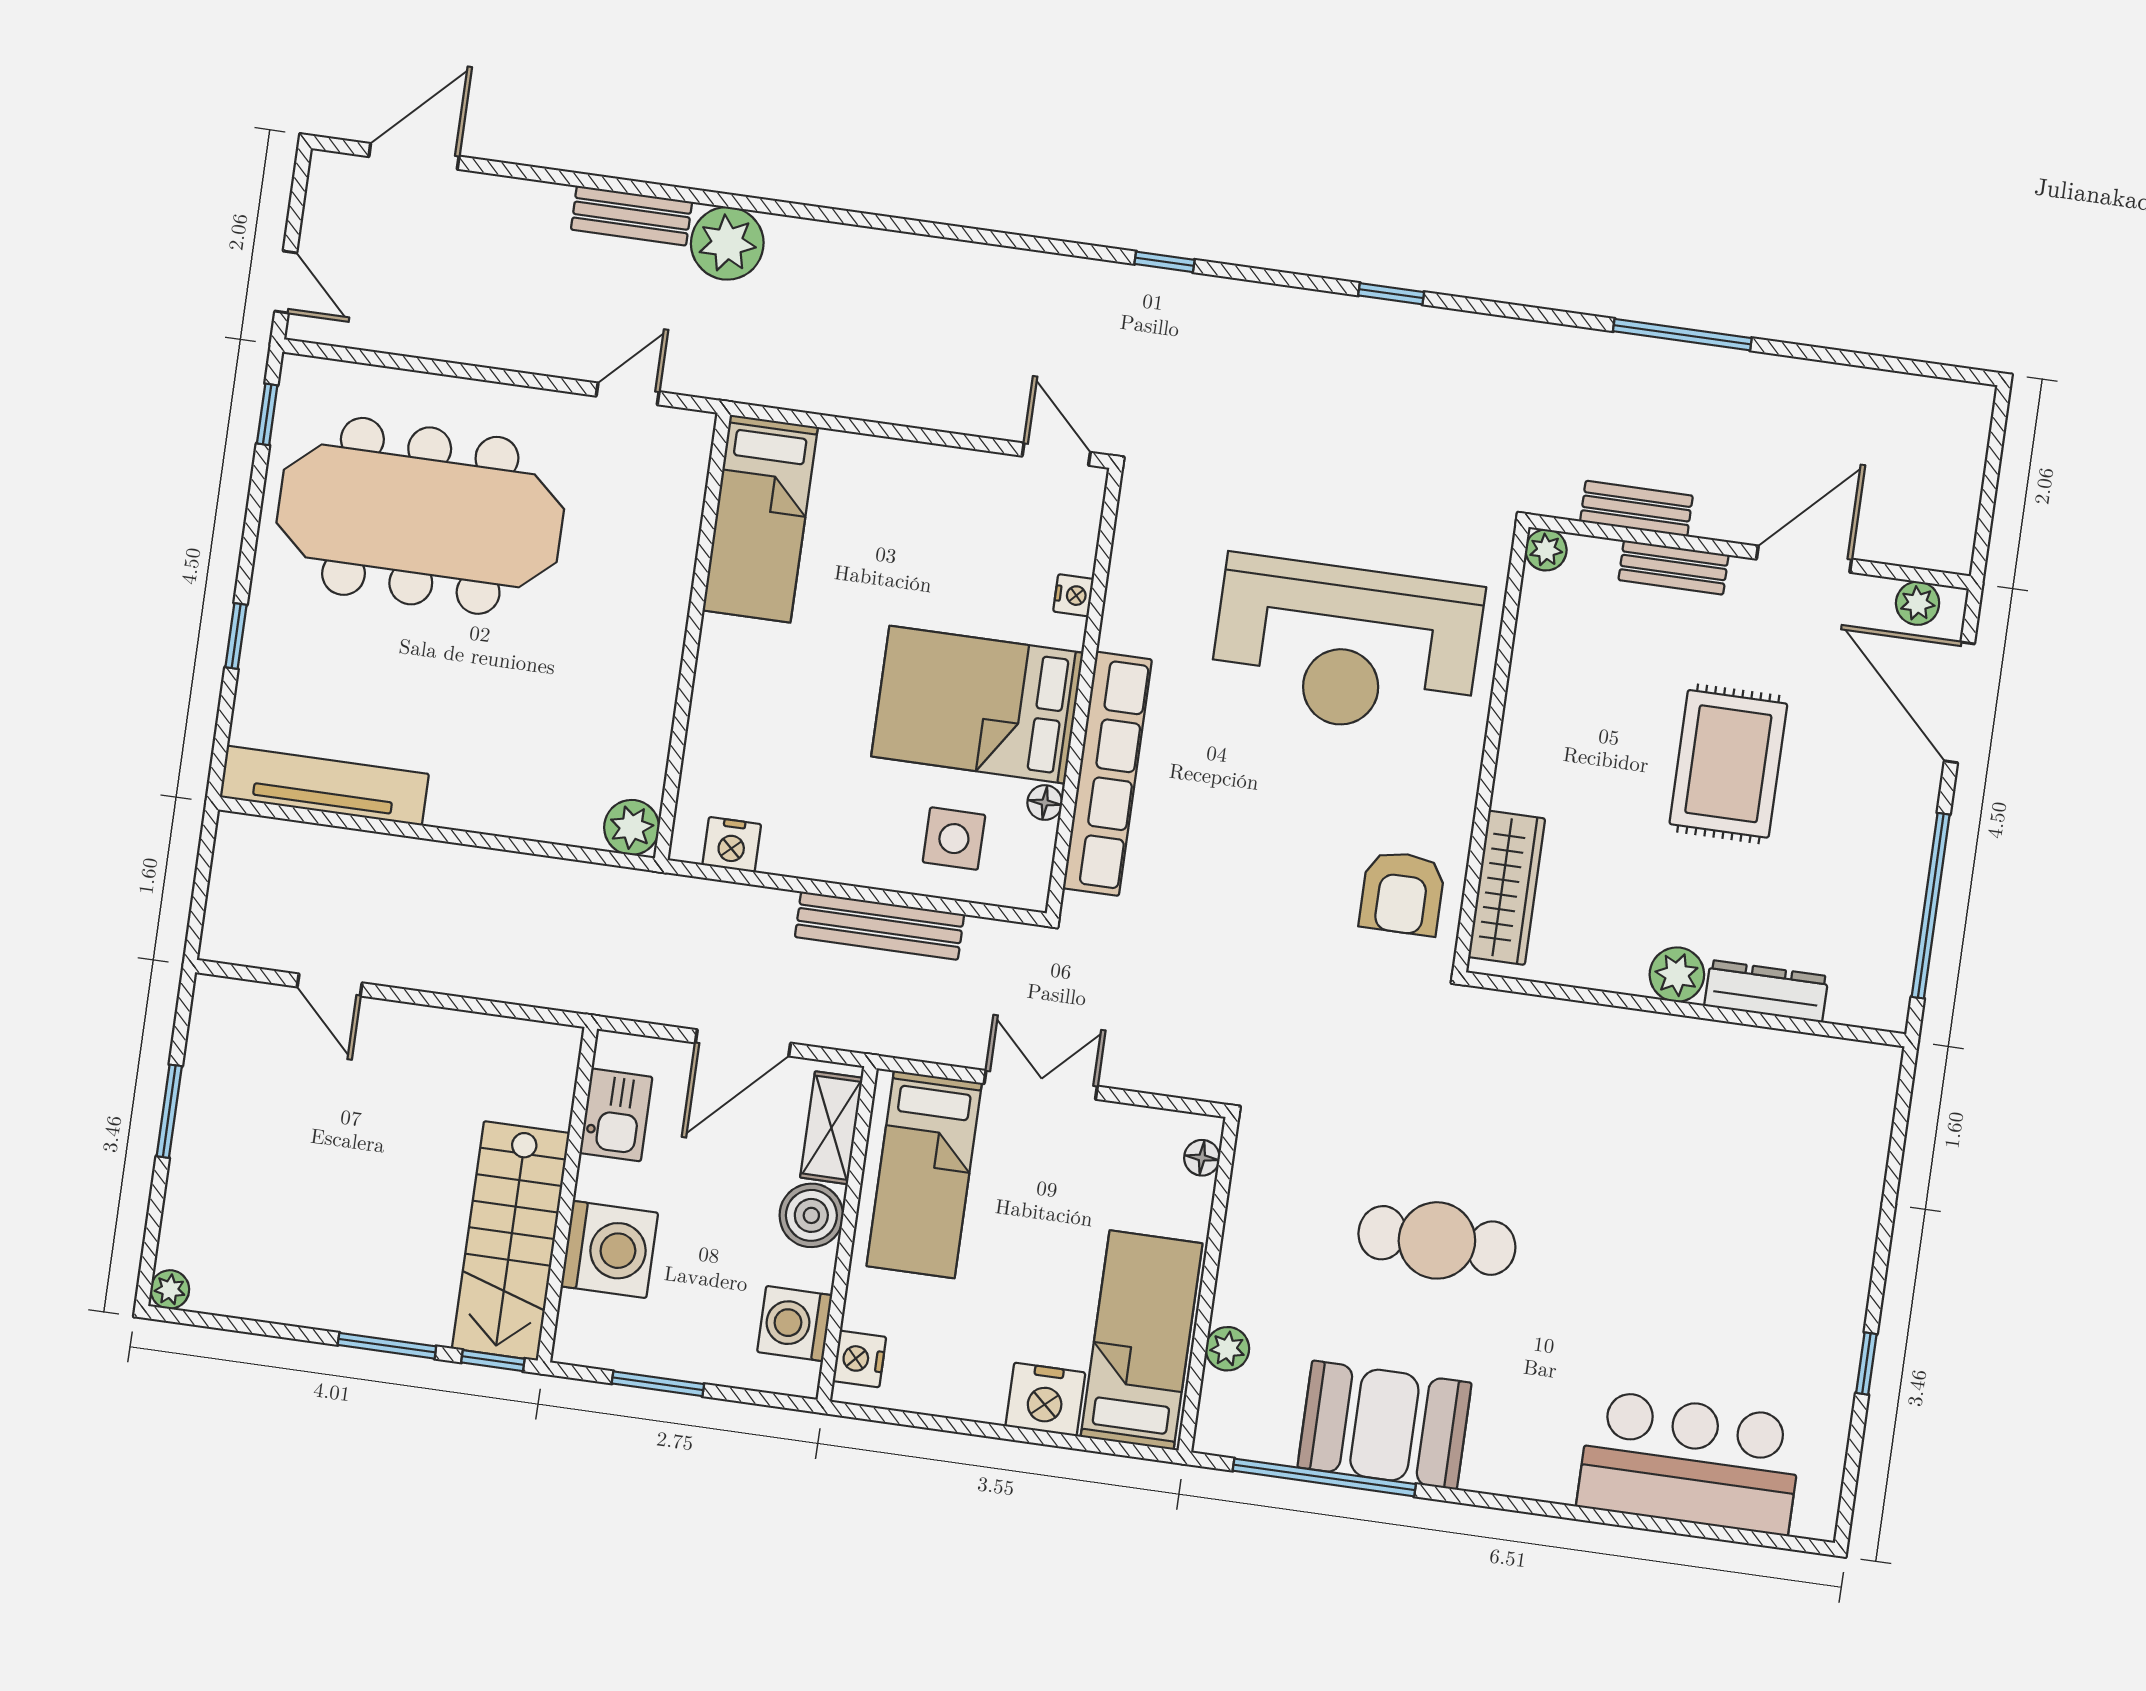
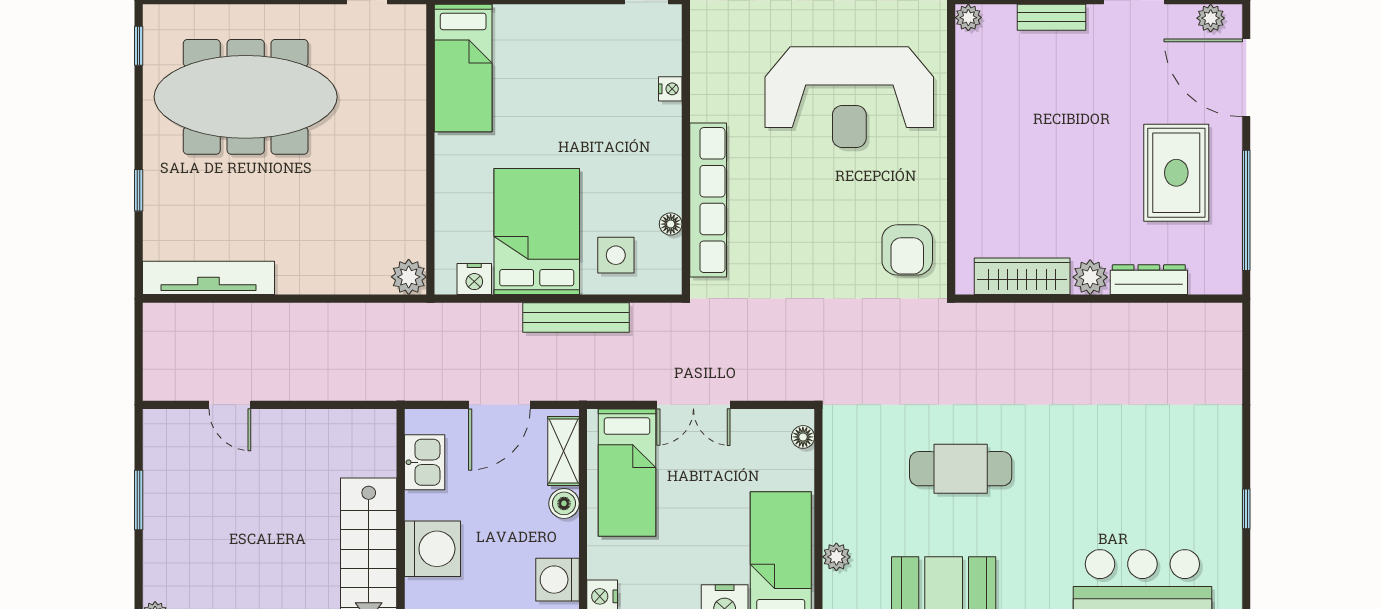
bed: (977, 705) -> (537, 232), moved, turned 90
rug: (1728, 764) -> (1176, 173), moved
wardrobe: (1507, 888) -> (1022, 276), moved, turned -90
double door: (1041, 1085) -> (693, 405), swing flipped
boiler: (811, 1215) -> (564, 503), width x0.73, depth x0.73

